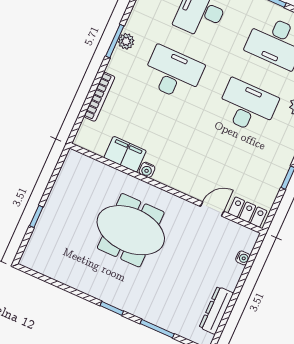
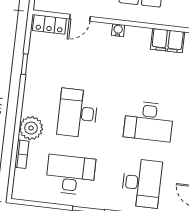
desk: (247, 106) -> (78, 113), turned 90
water cooler: (147, 170) -> (118, 30), moved

